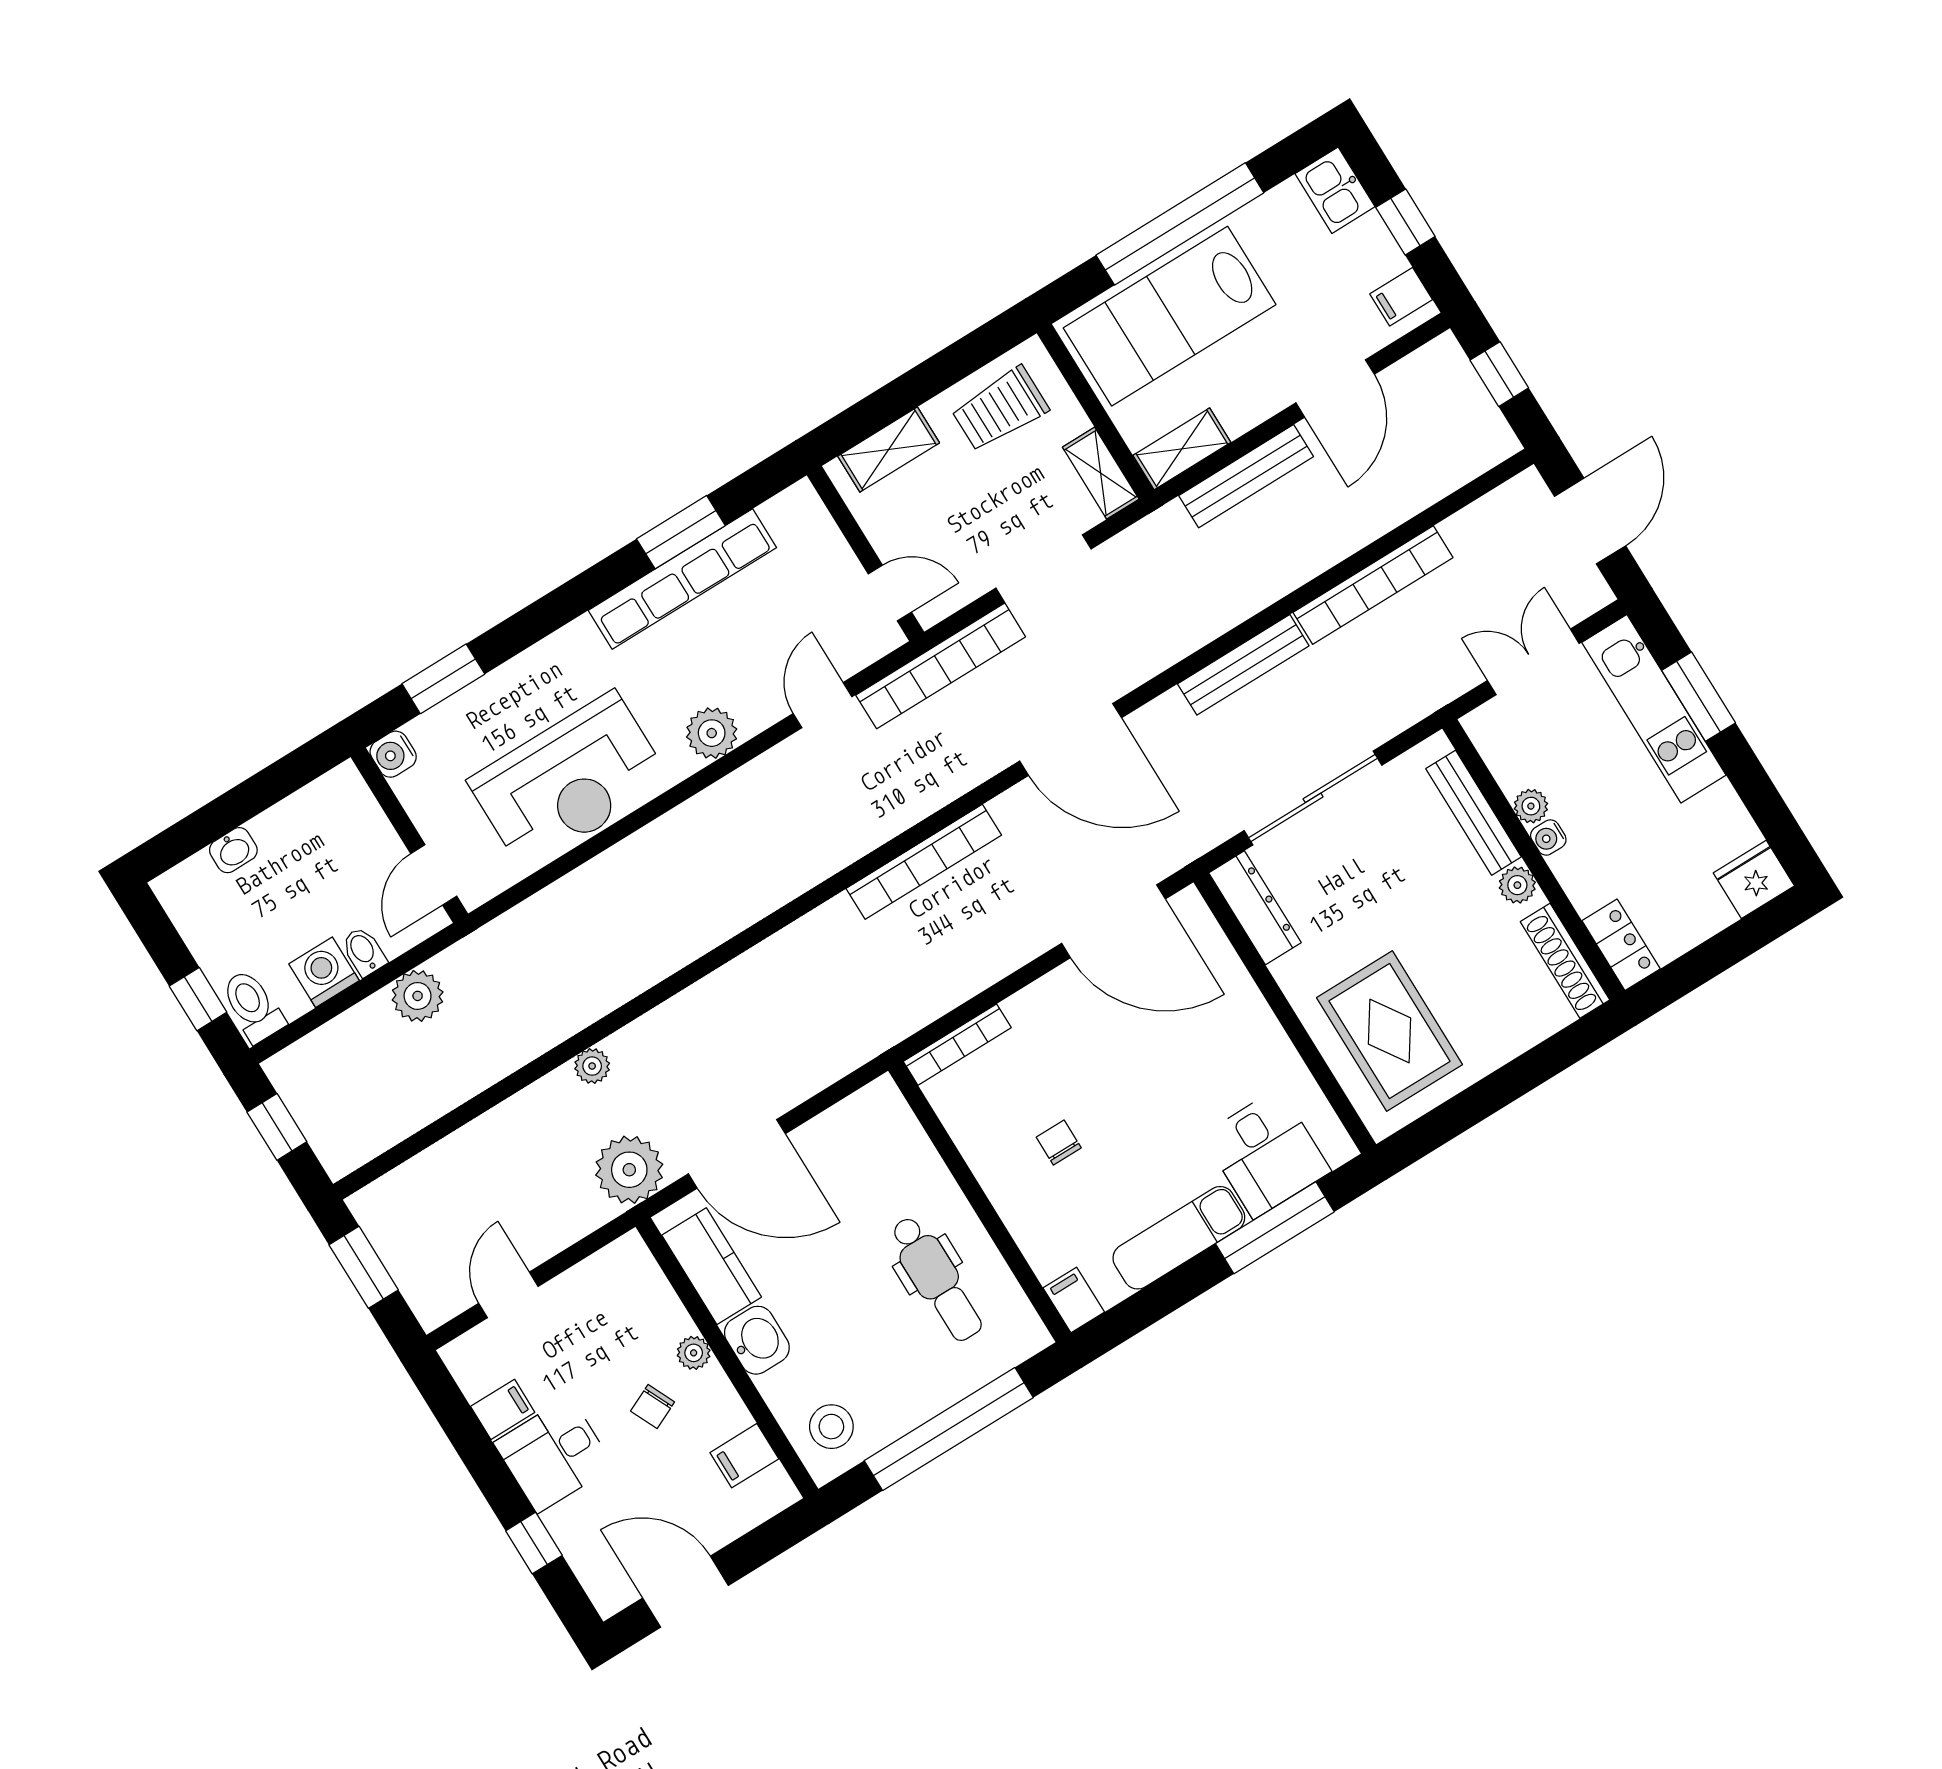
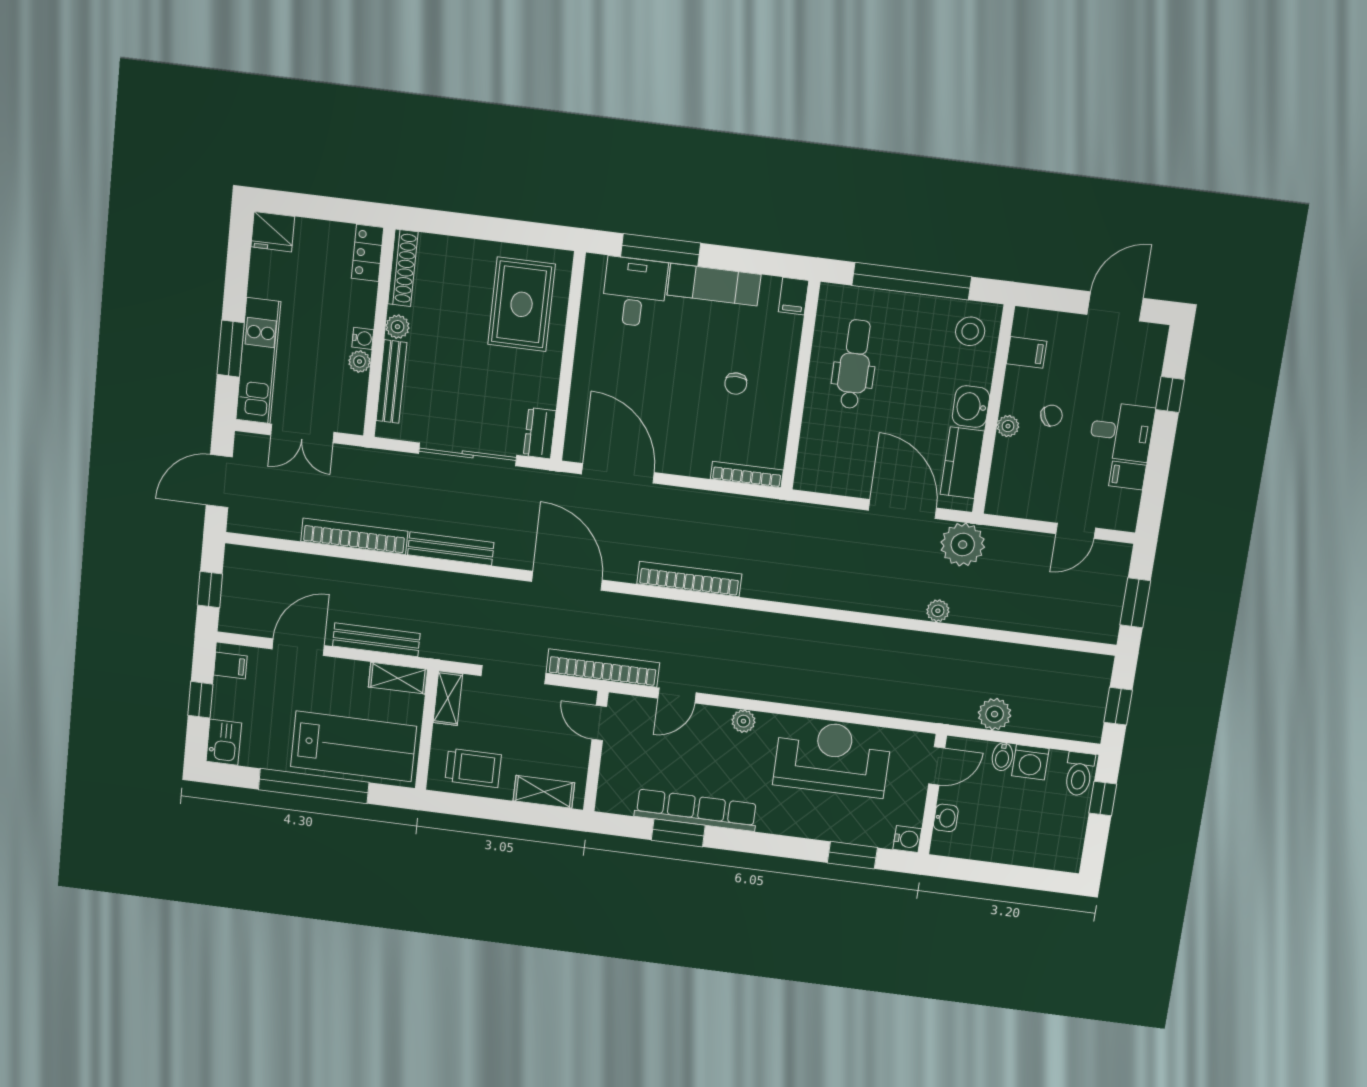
plant: (712, 733) -> (743, 721), width x0.73, depth x0.73
washbasin: (233, 850) -> (946, 818), moved, turned 90
dresser: (1255, 908) -> (540, 433), width x0.70
door: (686, 1592) -> (1115, 306), swing flipped

